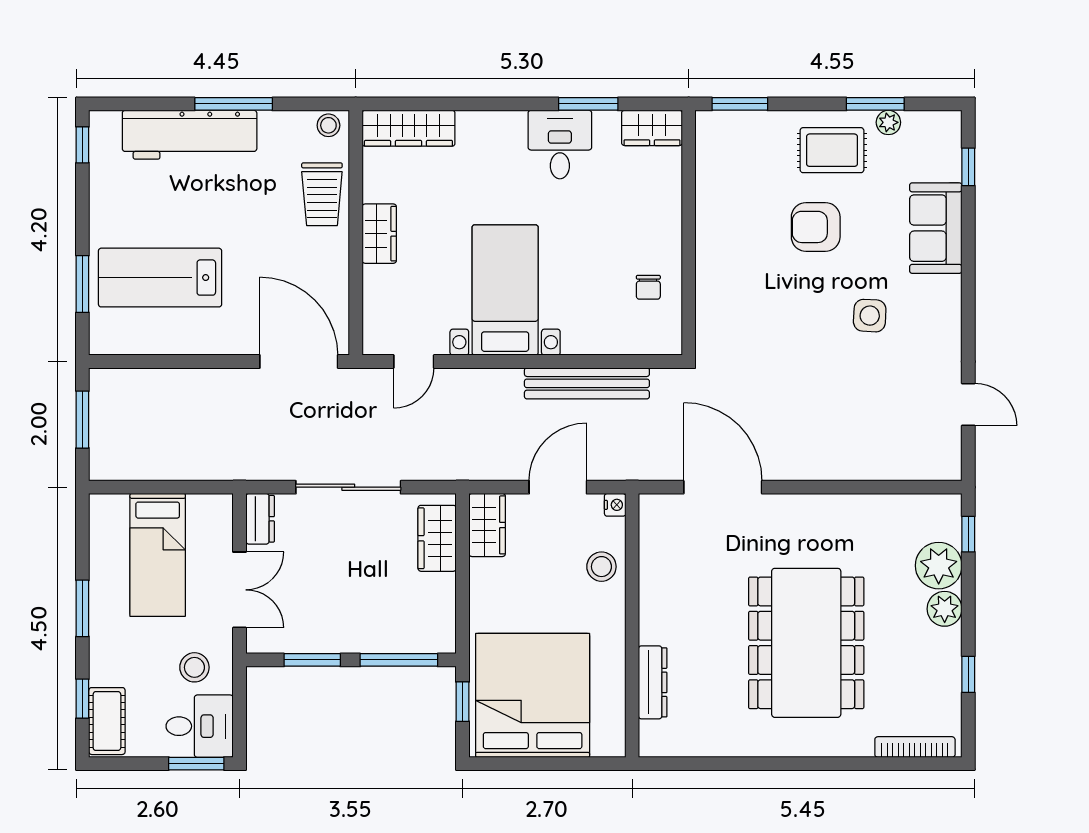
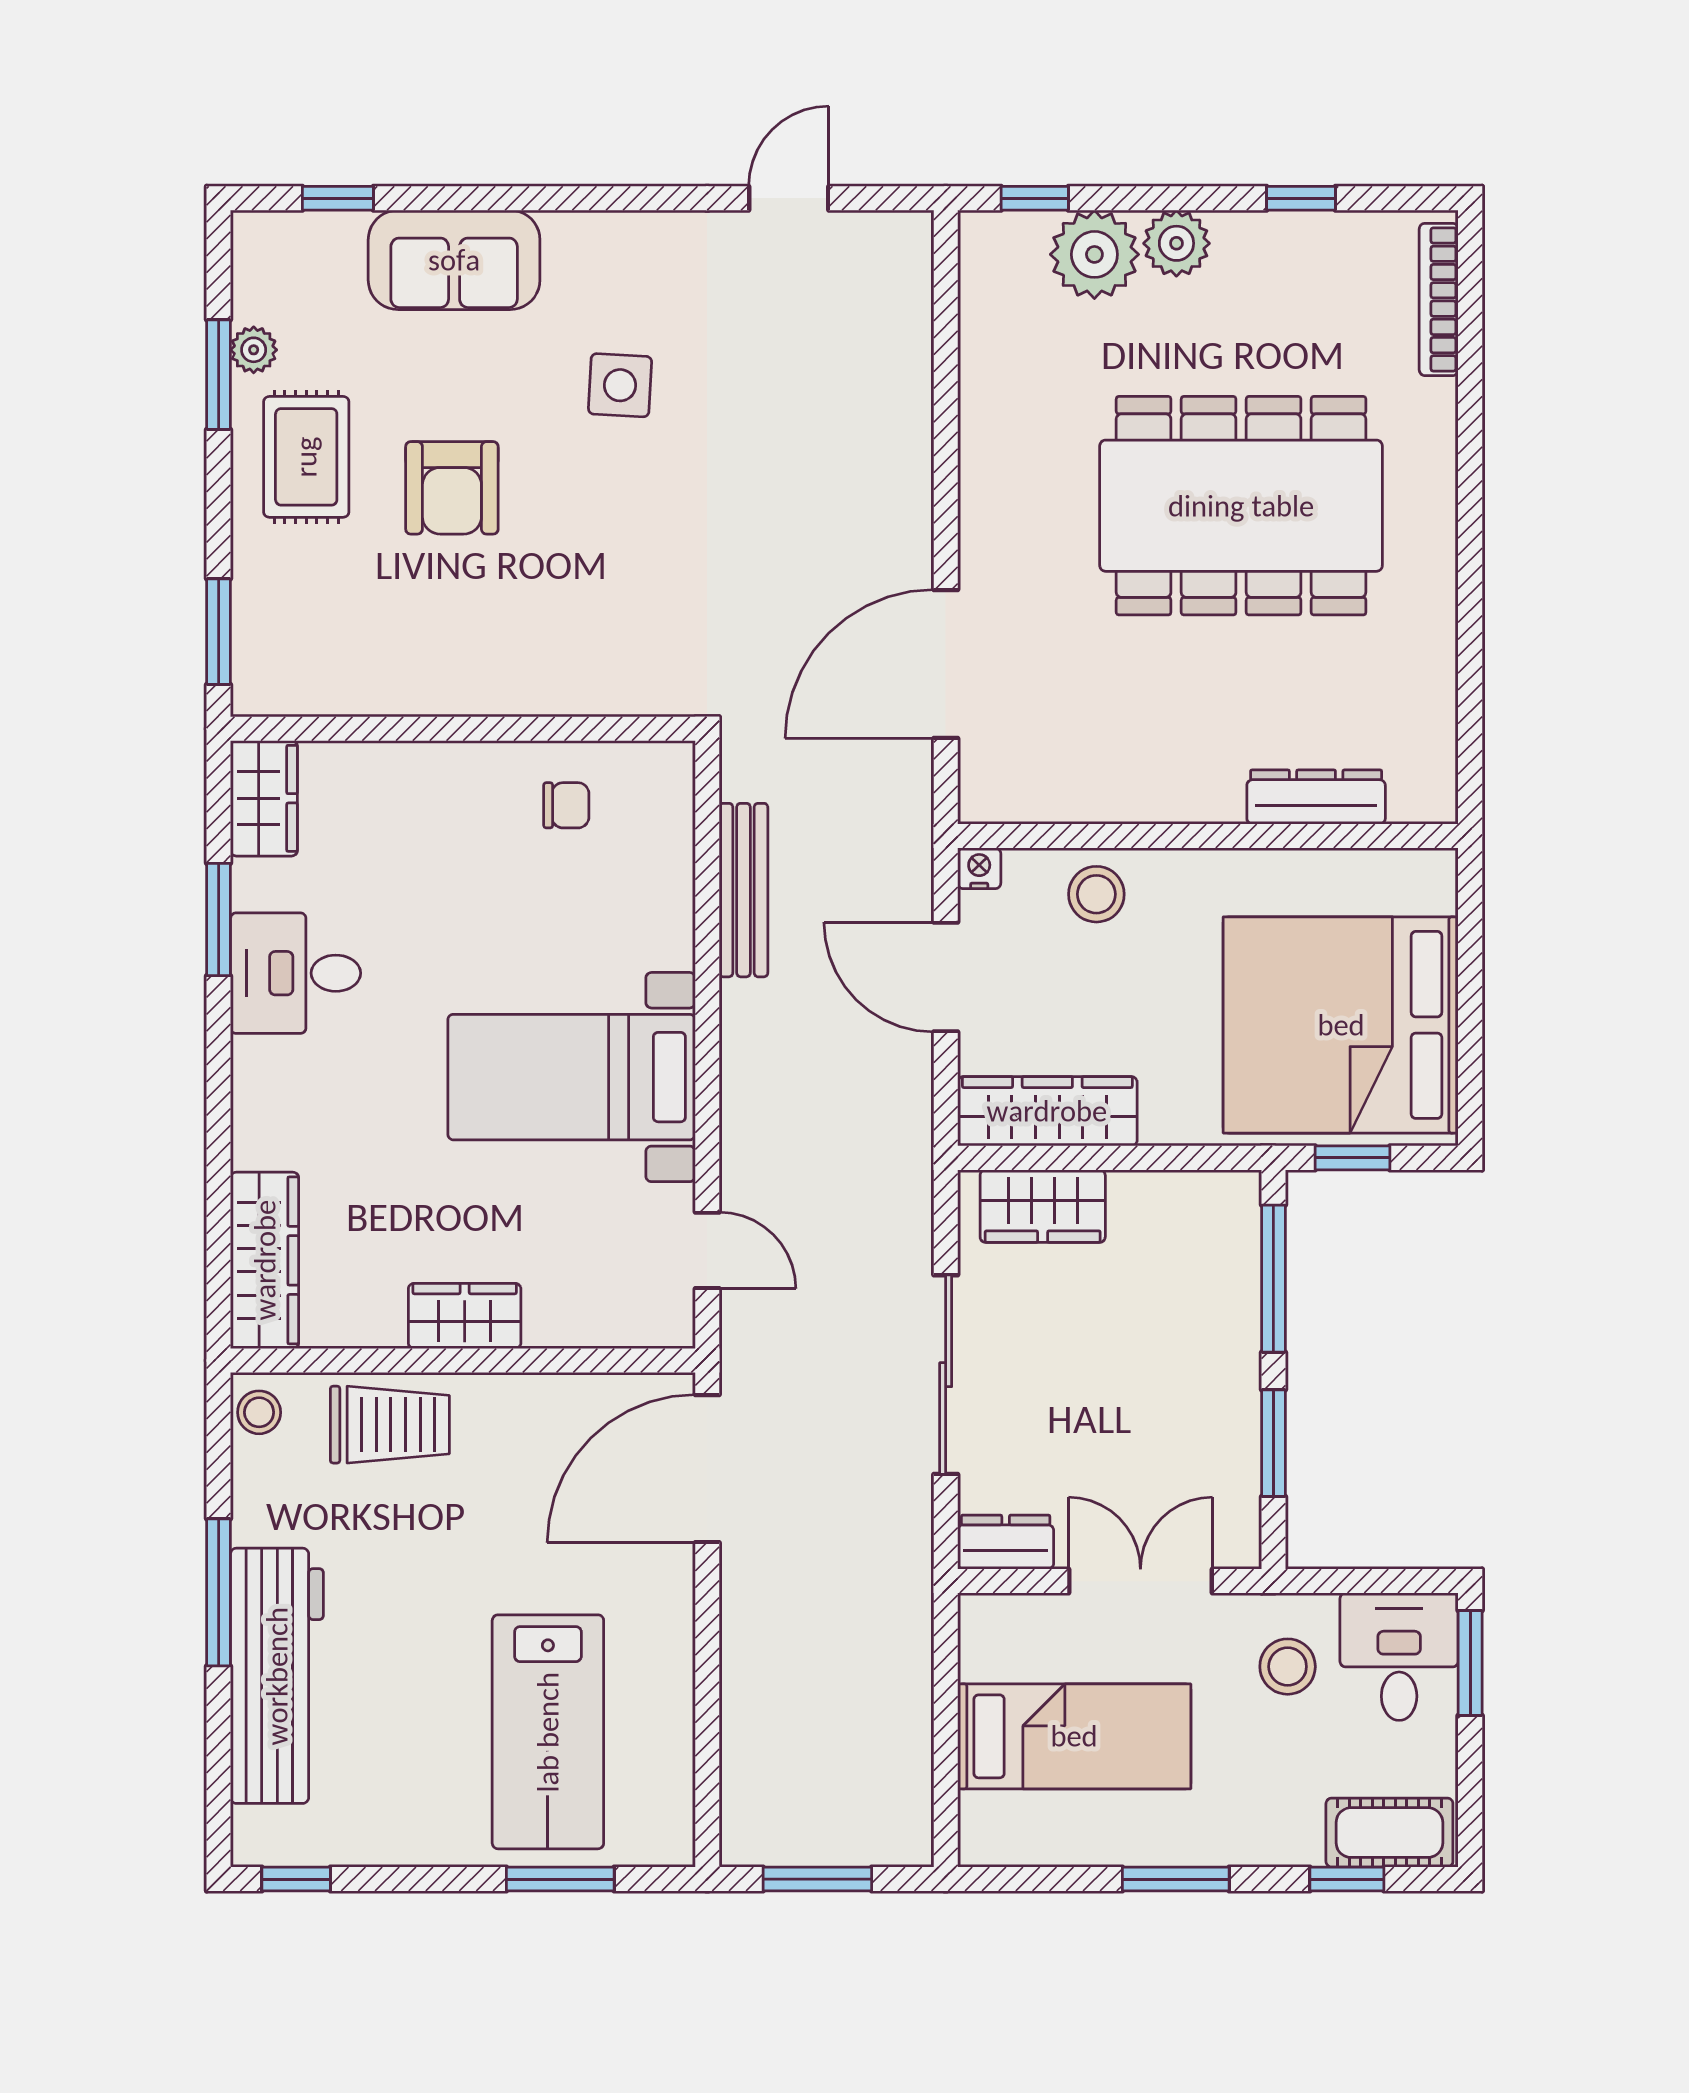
bench: (587, 383) -> (743, 890), width x0.73, depth x0.82
wardrobe: (487, 525) -> (1047, 1111), width x1.50

